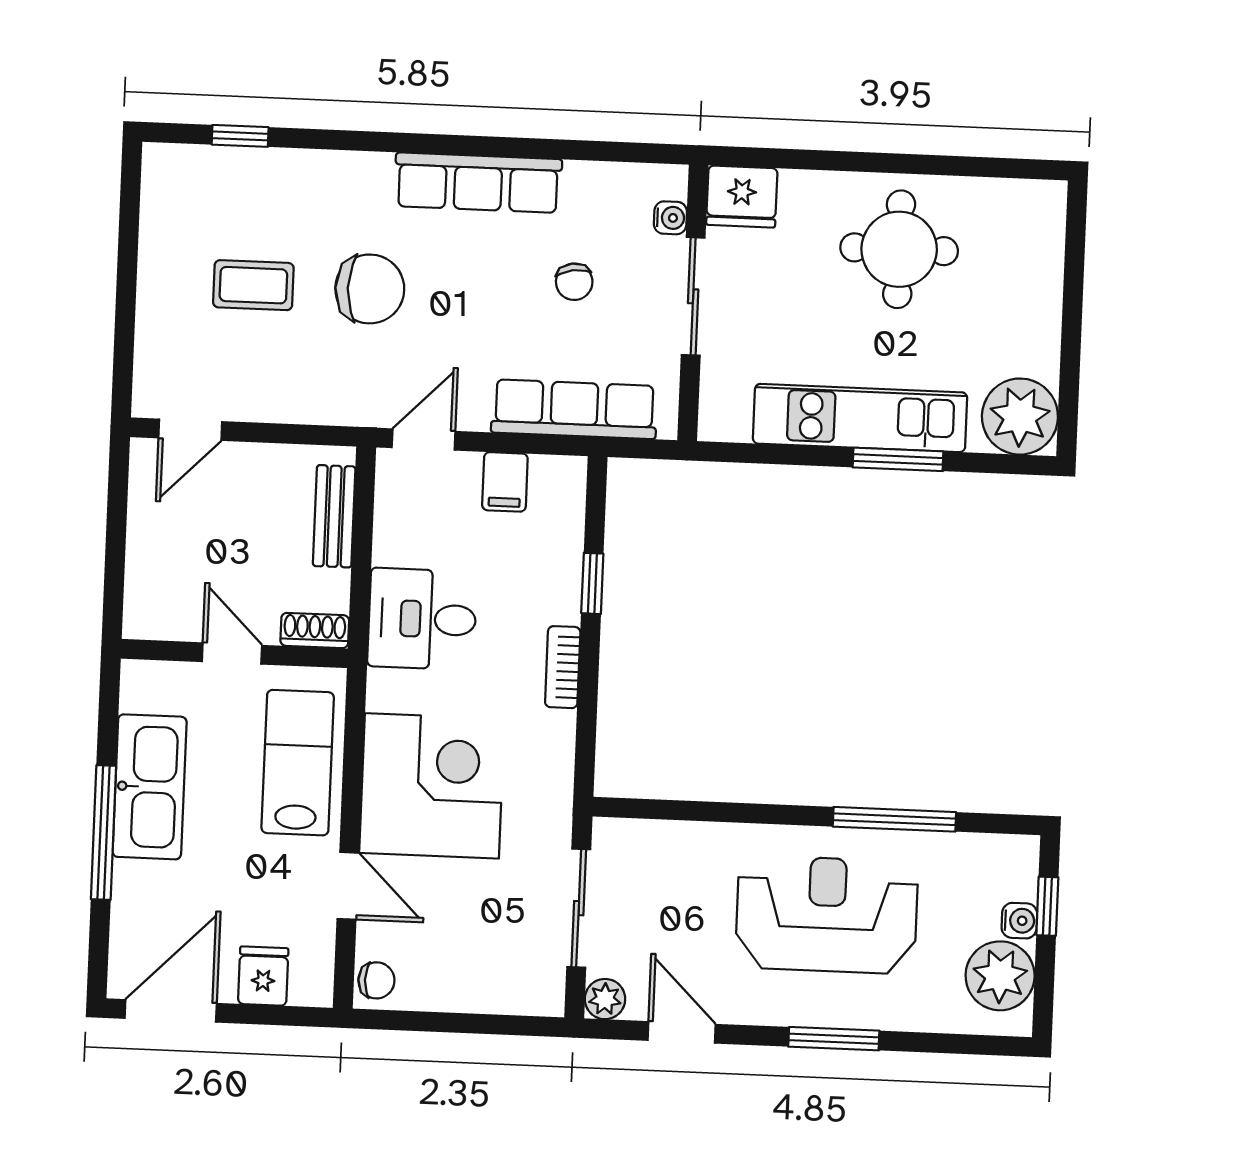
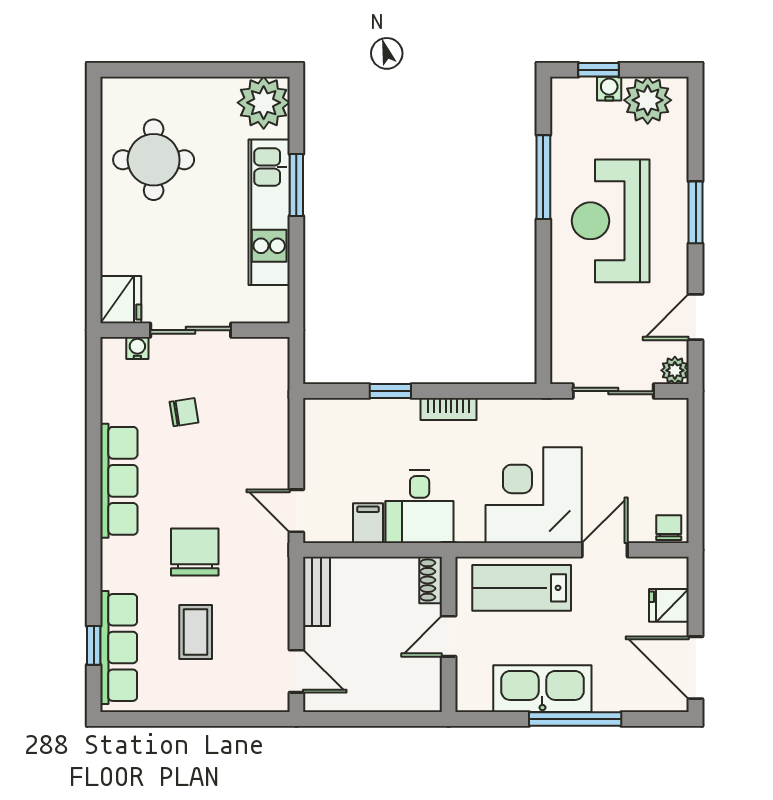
round table: (899, 249) -> (154, 160), moved
row of seats: (574, 409) -> (119, 647), moved, turned 180
filing cabinet: (505, 482) -> (368, 523), moved, turned -90
bench: (334, 516) -> (316, 591), moved, turned 90

